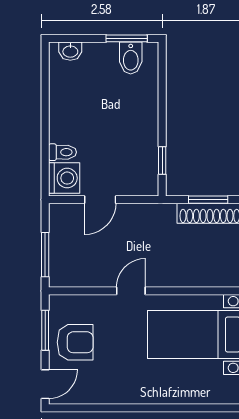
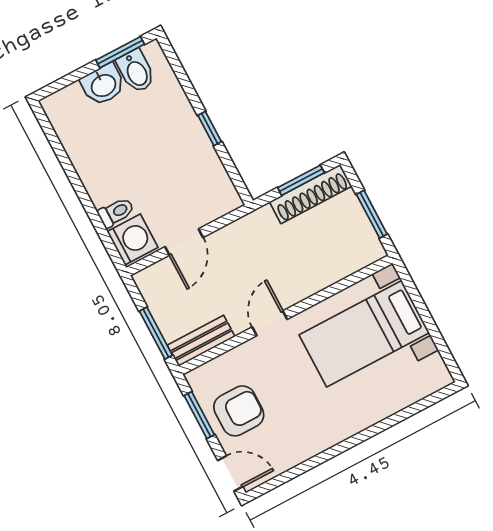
washbasin: (70, 51) -> (103, 85), moved, width x1.38, depth x1.45
window: (162, 161) -> (210, 128), moved
bench: (75, 277) -> (201, 341), added
door: (45, 384) -> (230, 473), hinge flipped

